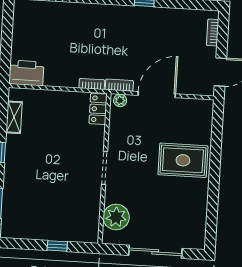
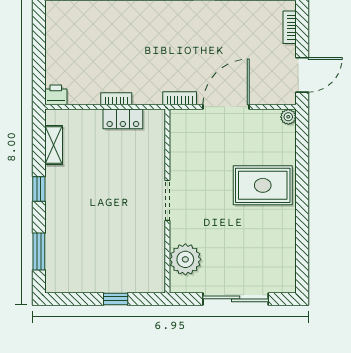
printer: (26, 73) -> (56, 95), width x0.53, depth x0.68
bookcase: (92, 84) -> (116, 99), moved
plant: (120, 100) -> (288, 117), moved
locker: (98, 109) -> (123, 119), moved, turned -90

